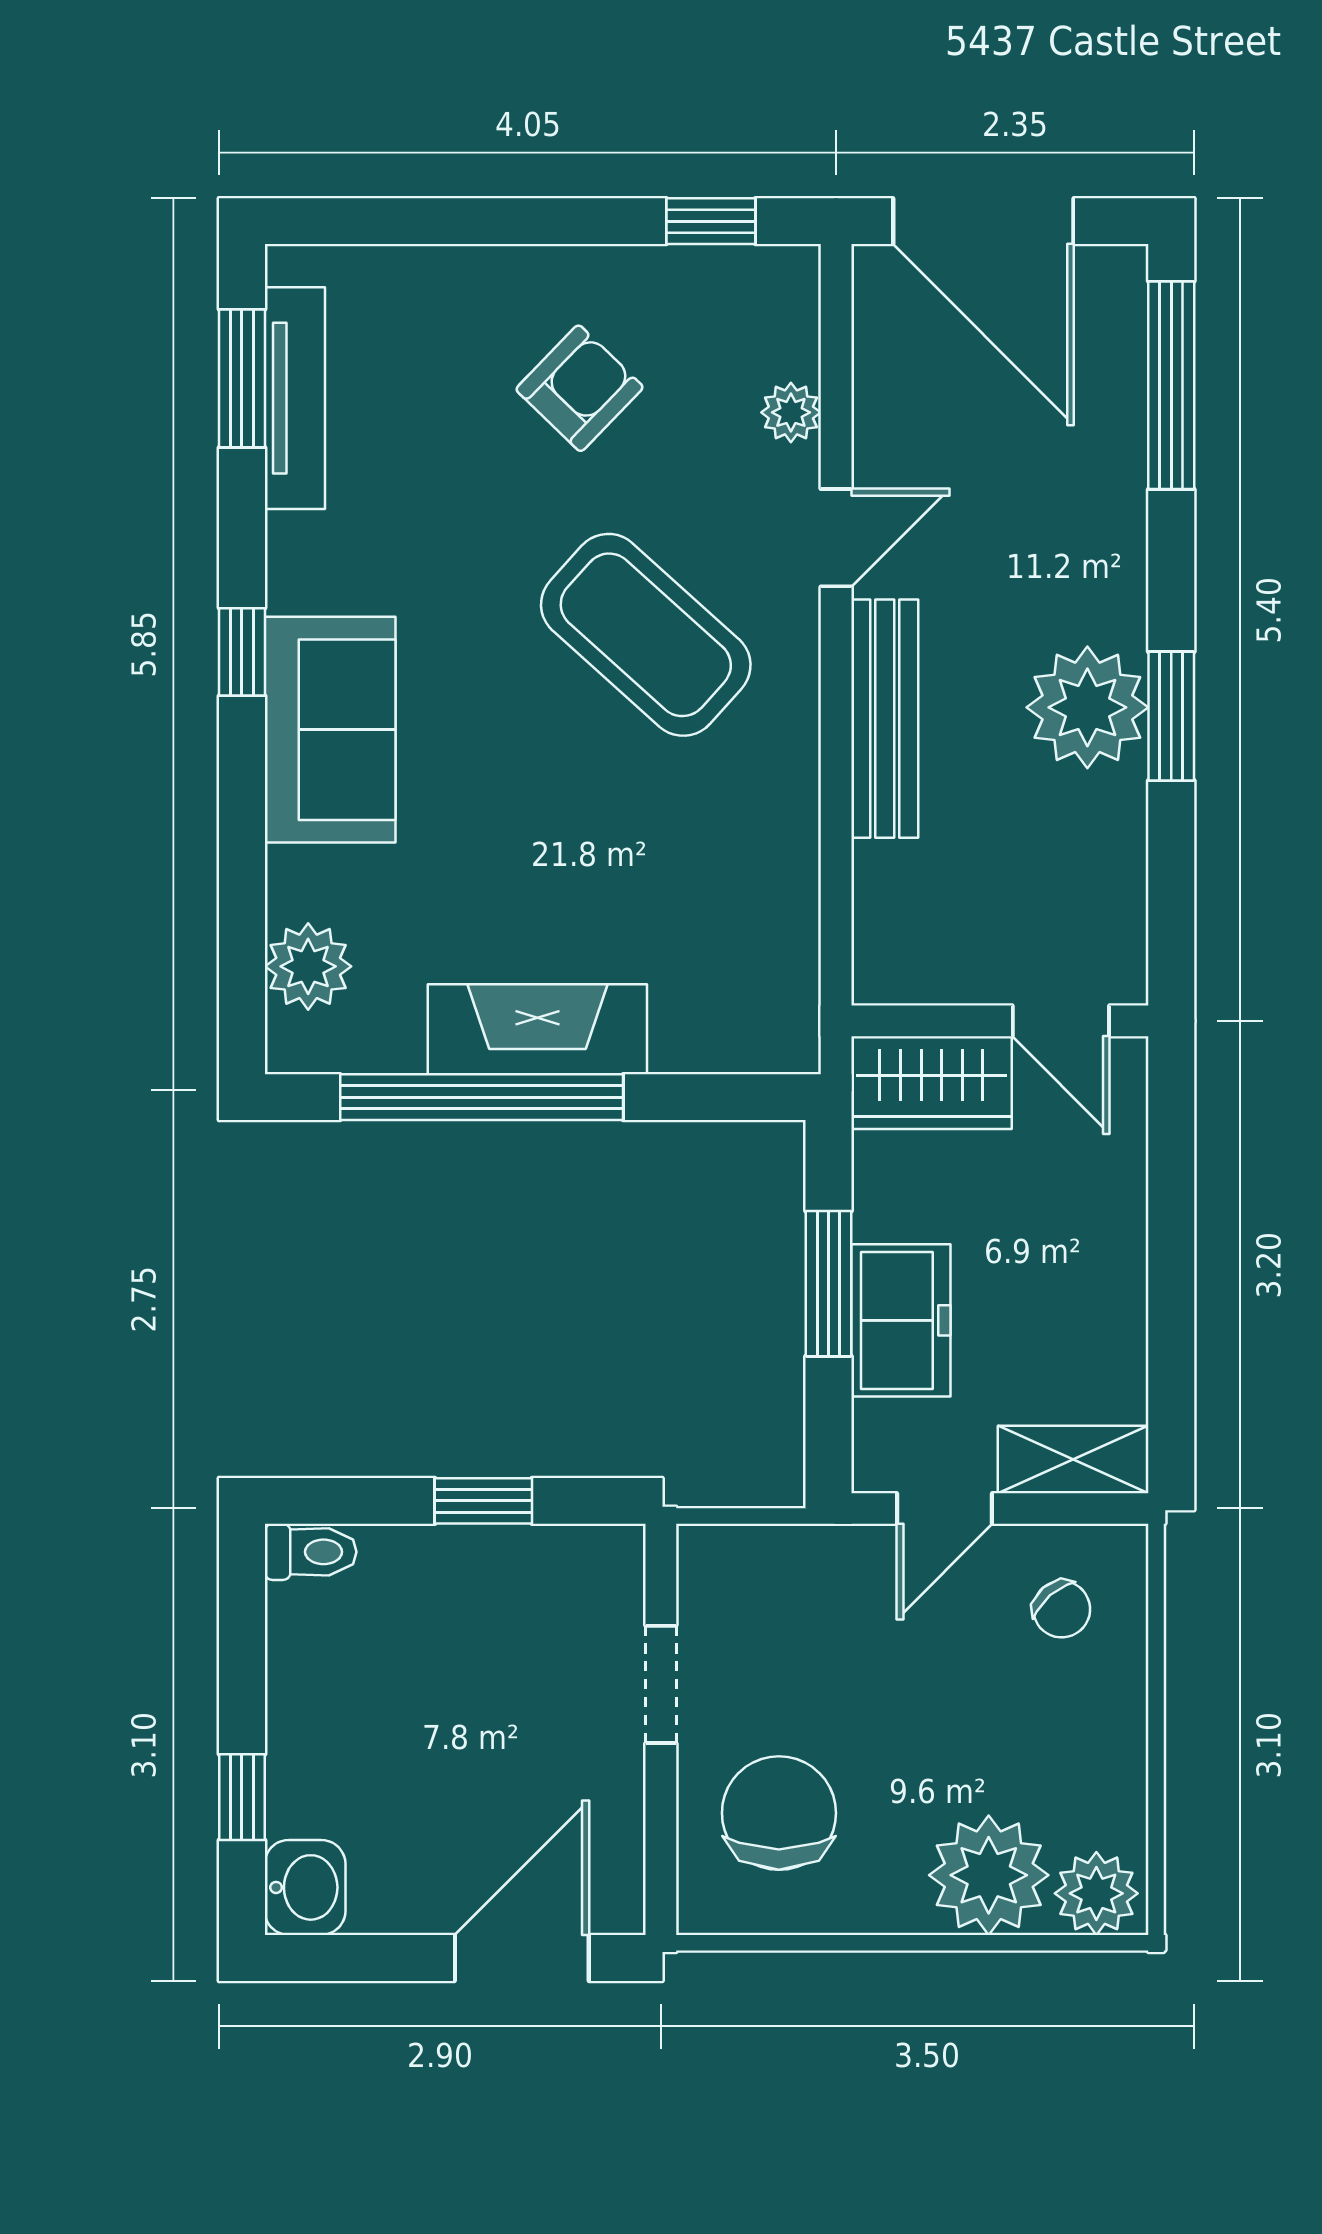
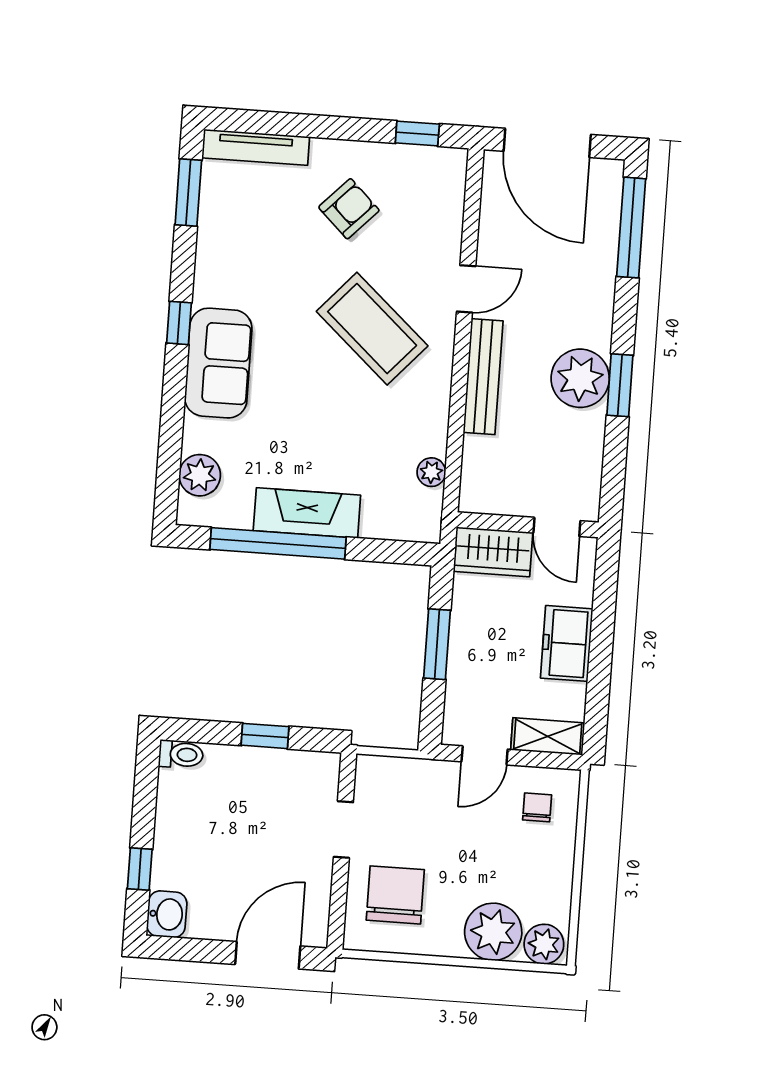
tv unit: (295, 398) -> (256, 147), moved, turned 90
plant: (791, 412) -> (431, 472), moved
freezer: (901, 1320) -> (567, 643), moved, turned 180
chair: (1062, 1609) -> (537, 807), turned -139

